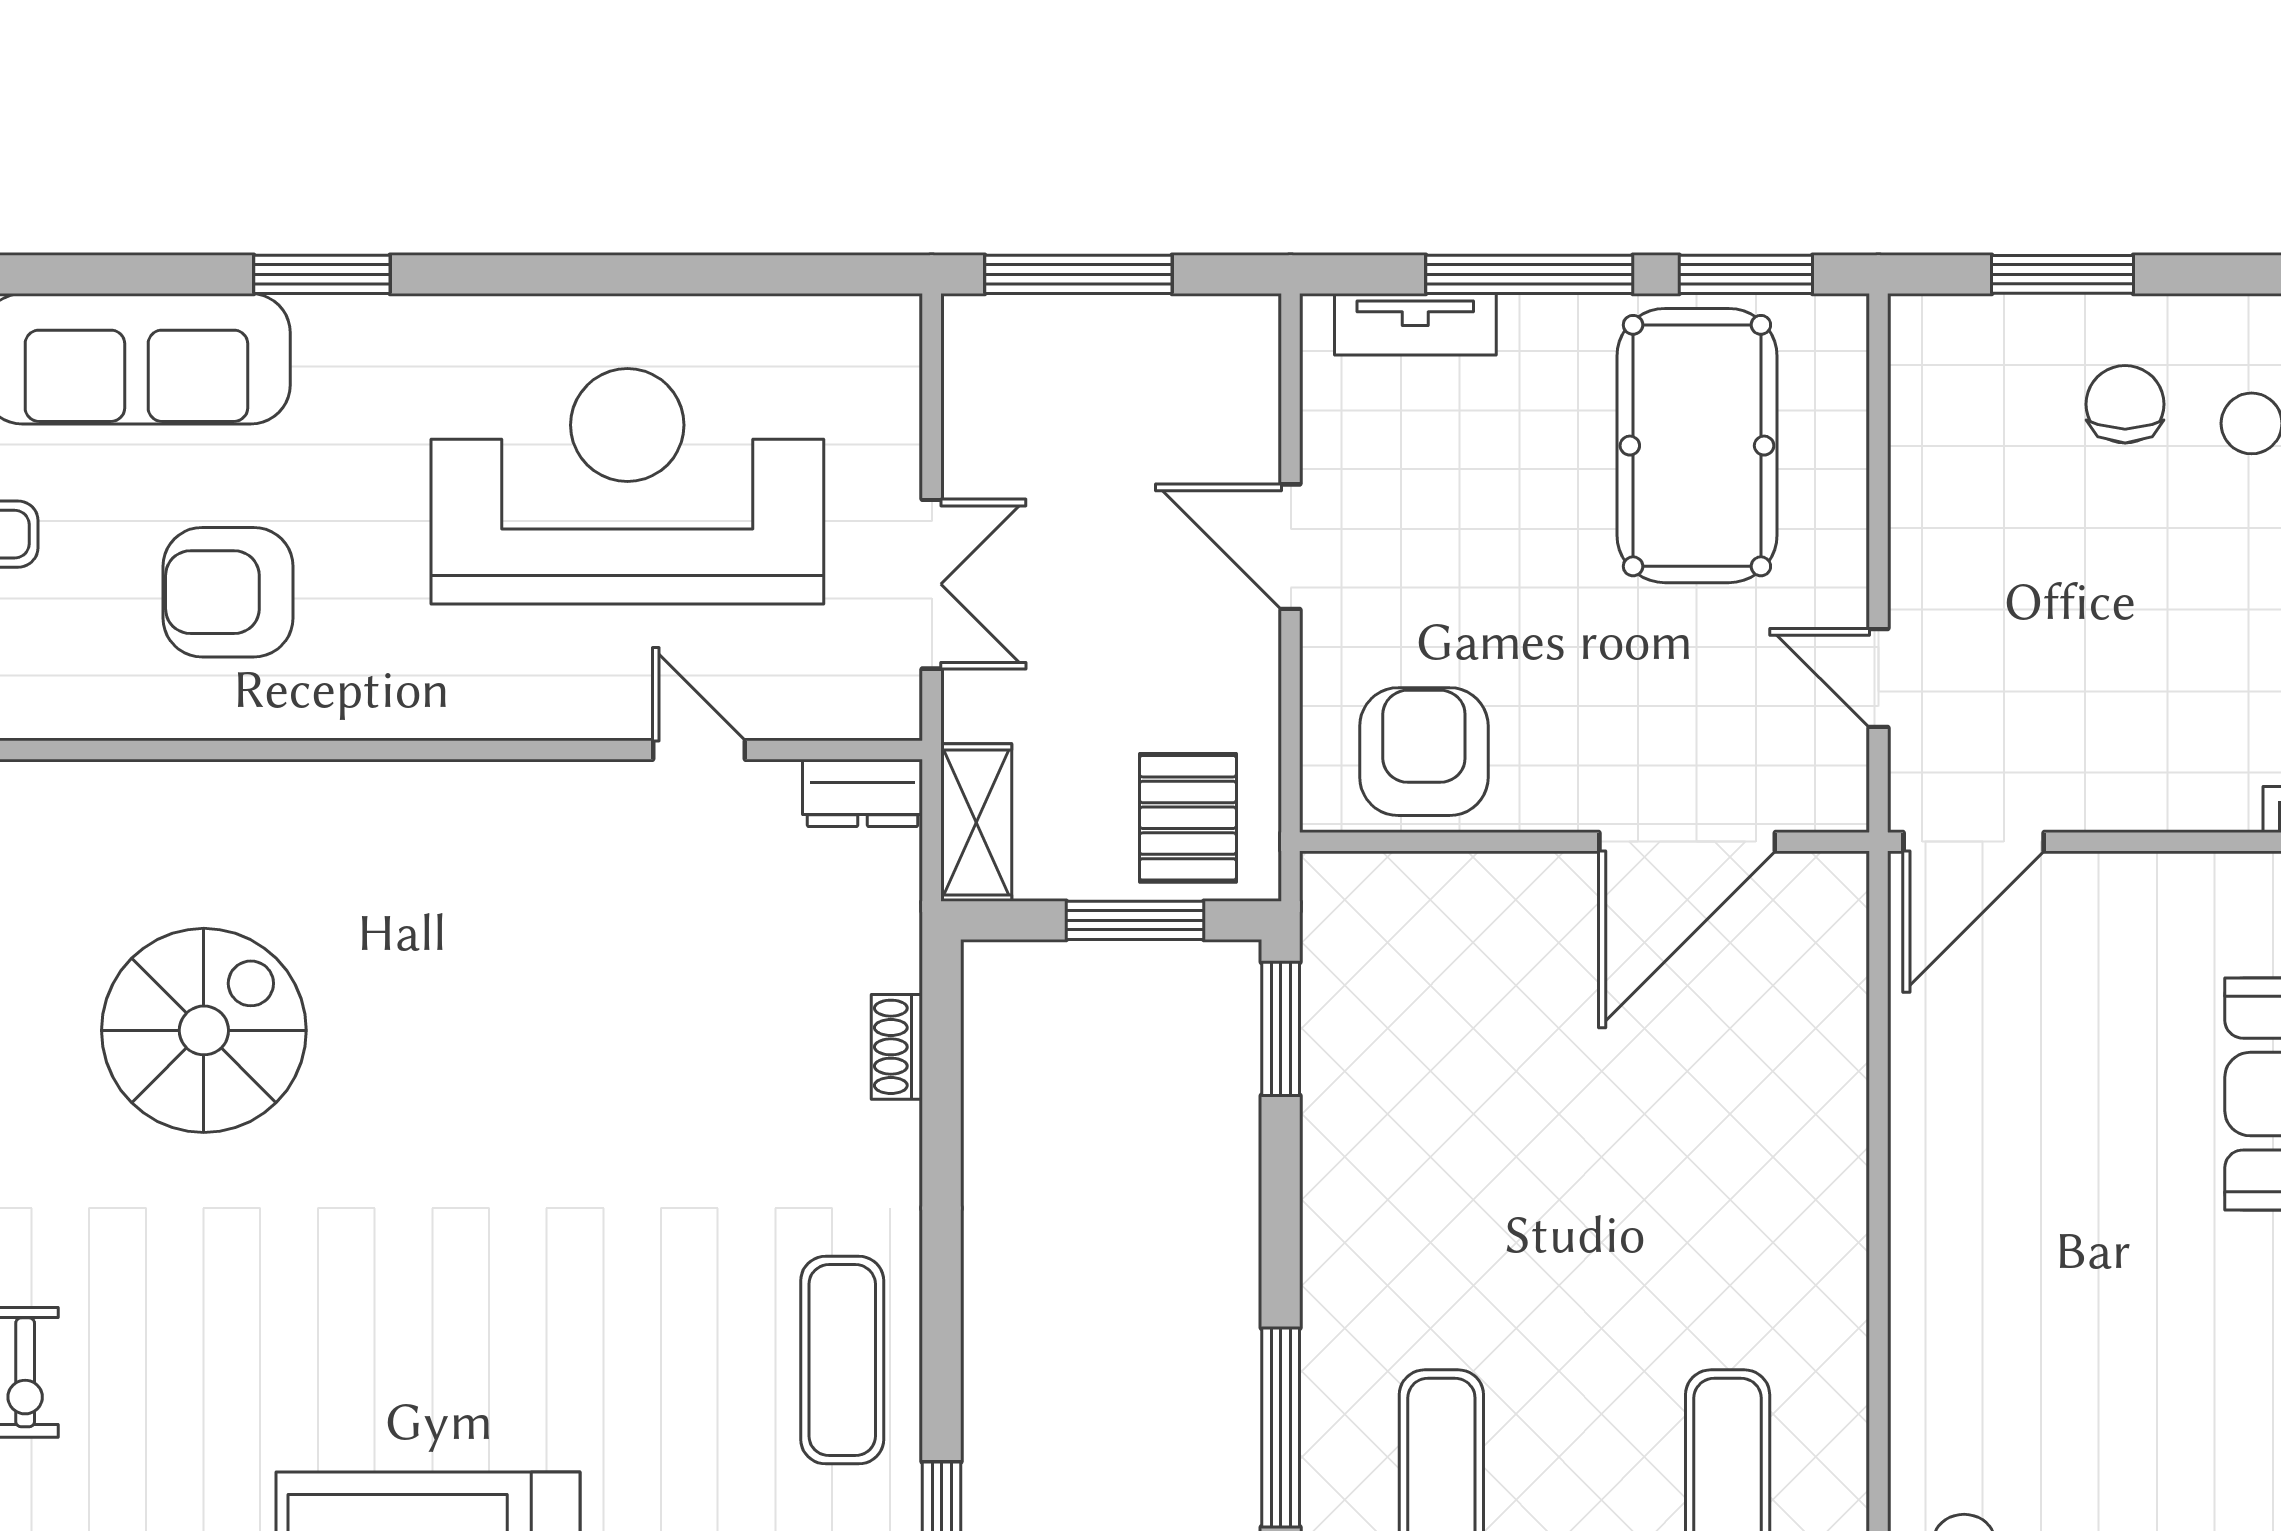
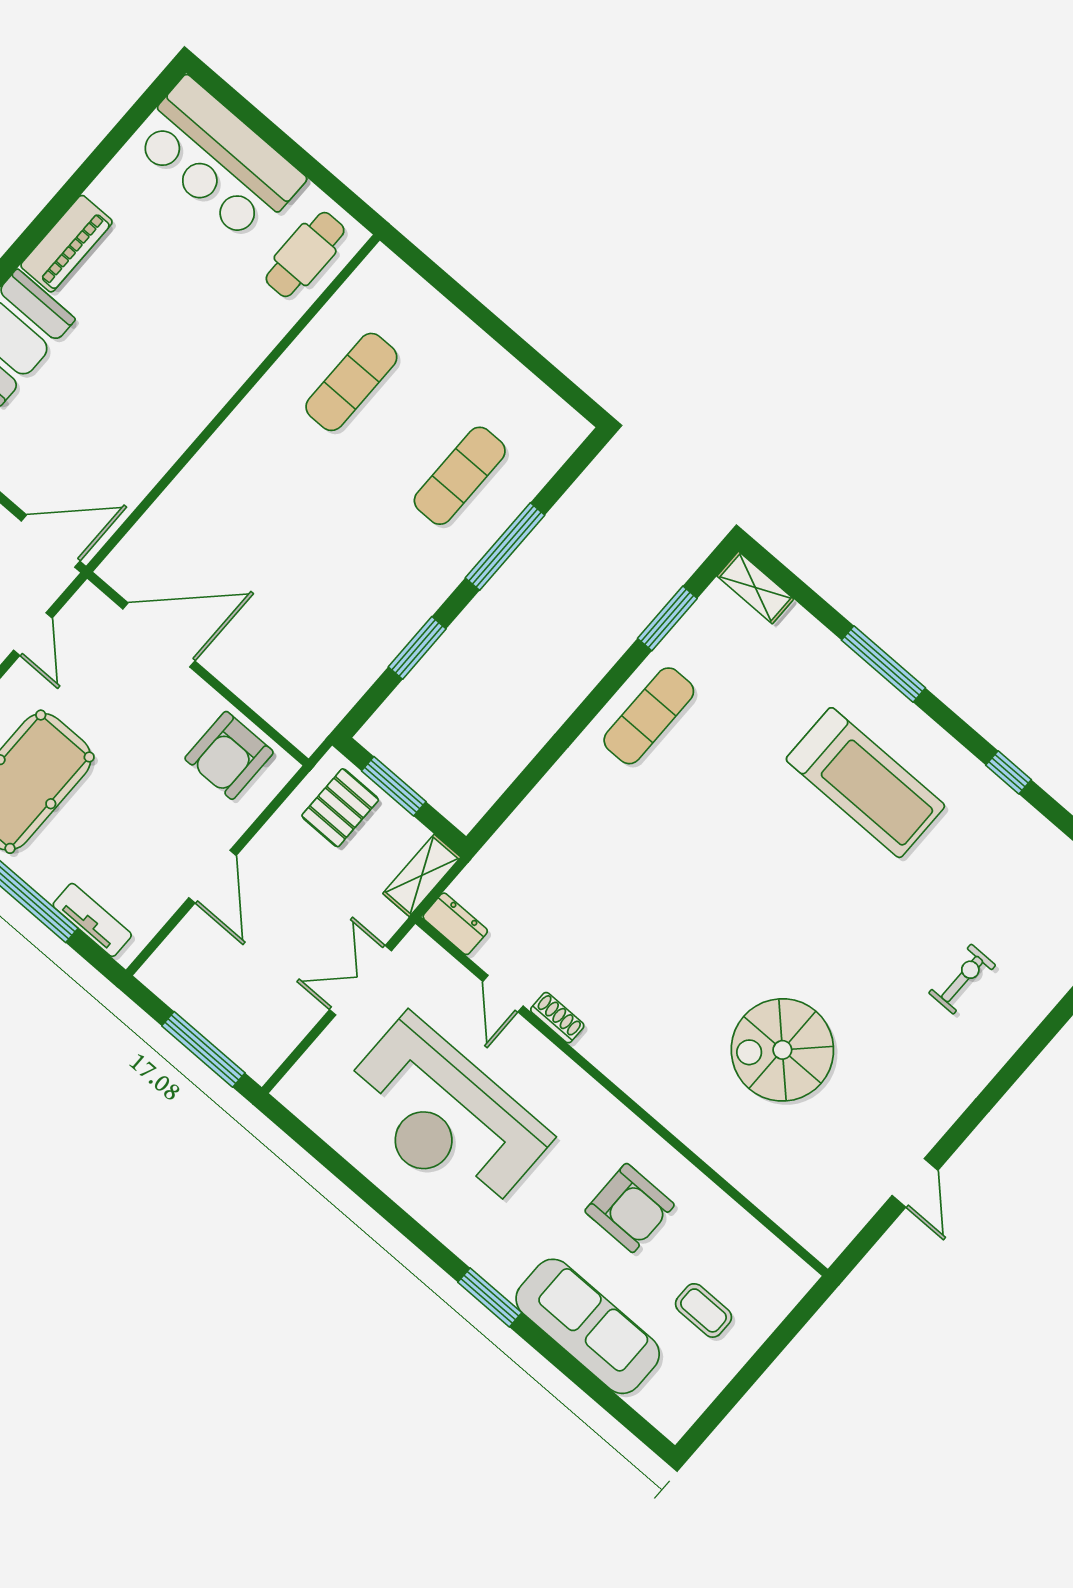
window: (1281, 1029) -> (417, 648), moved
shoe rack: (897, 1047) -> (557, 1018), moved, turned -90

